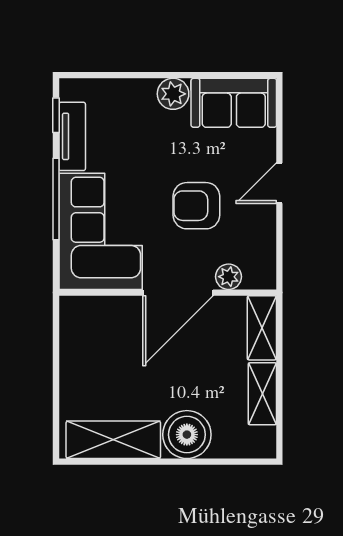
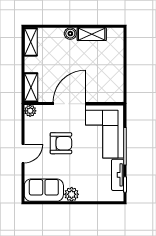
plant: (229, 277) -> (30, 111), moved
shelving: (262, 394) -> (31, 42), moved
boiler: (187, 435) -> (70, 34), width x0.54, depth x0.54
shelving: (113, 440) -> (92, 34), width x0.67, depth x0.75

